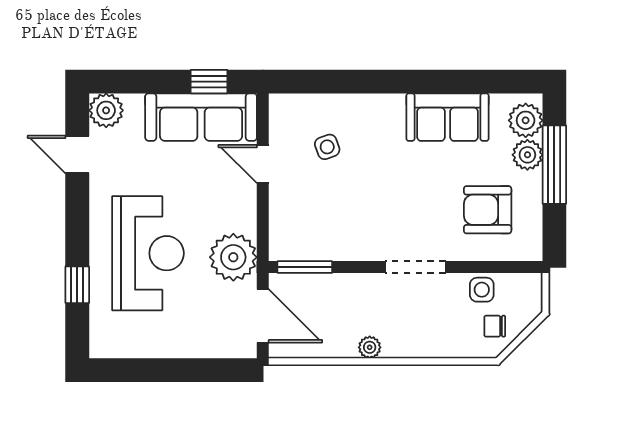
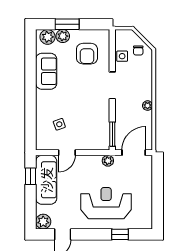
window: (554, 165) -> (67, 24), width x0.69
plant: (233, 257) -> (108, 161), width x0.53, depth x0.53

